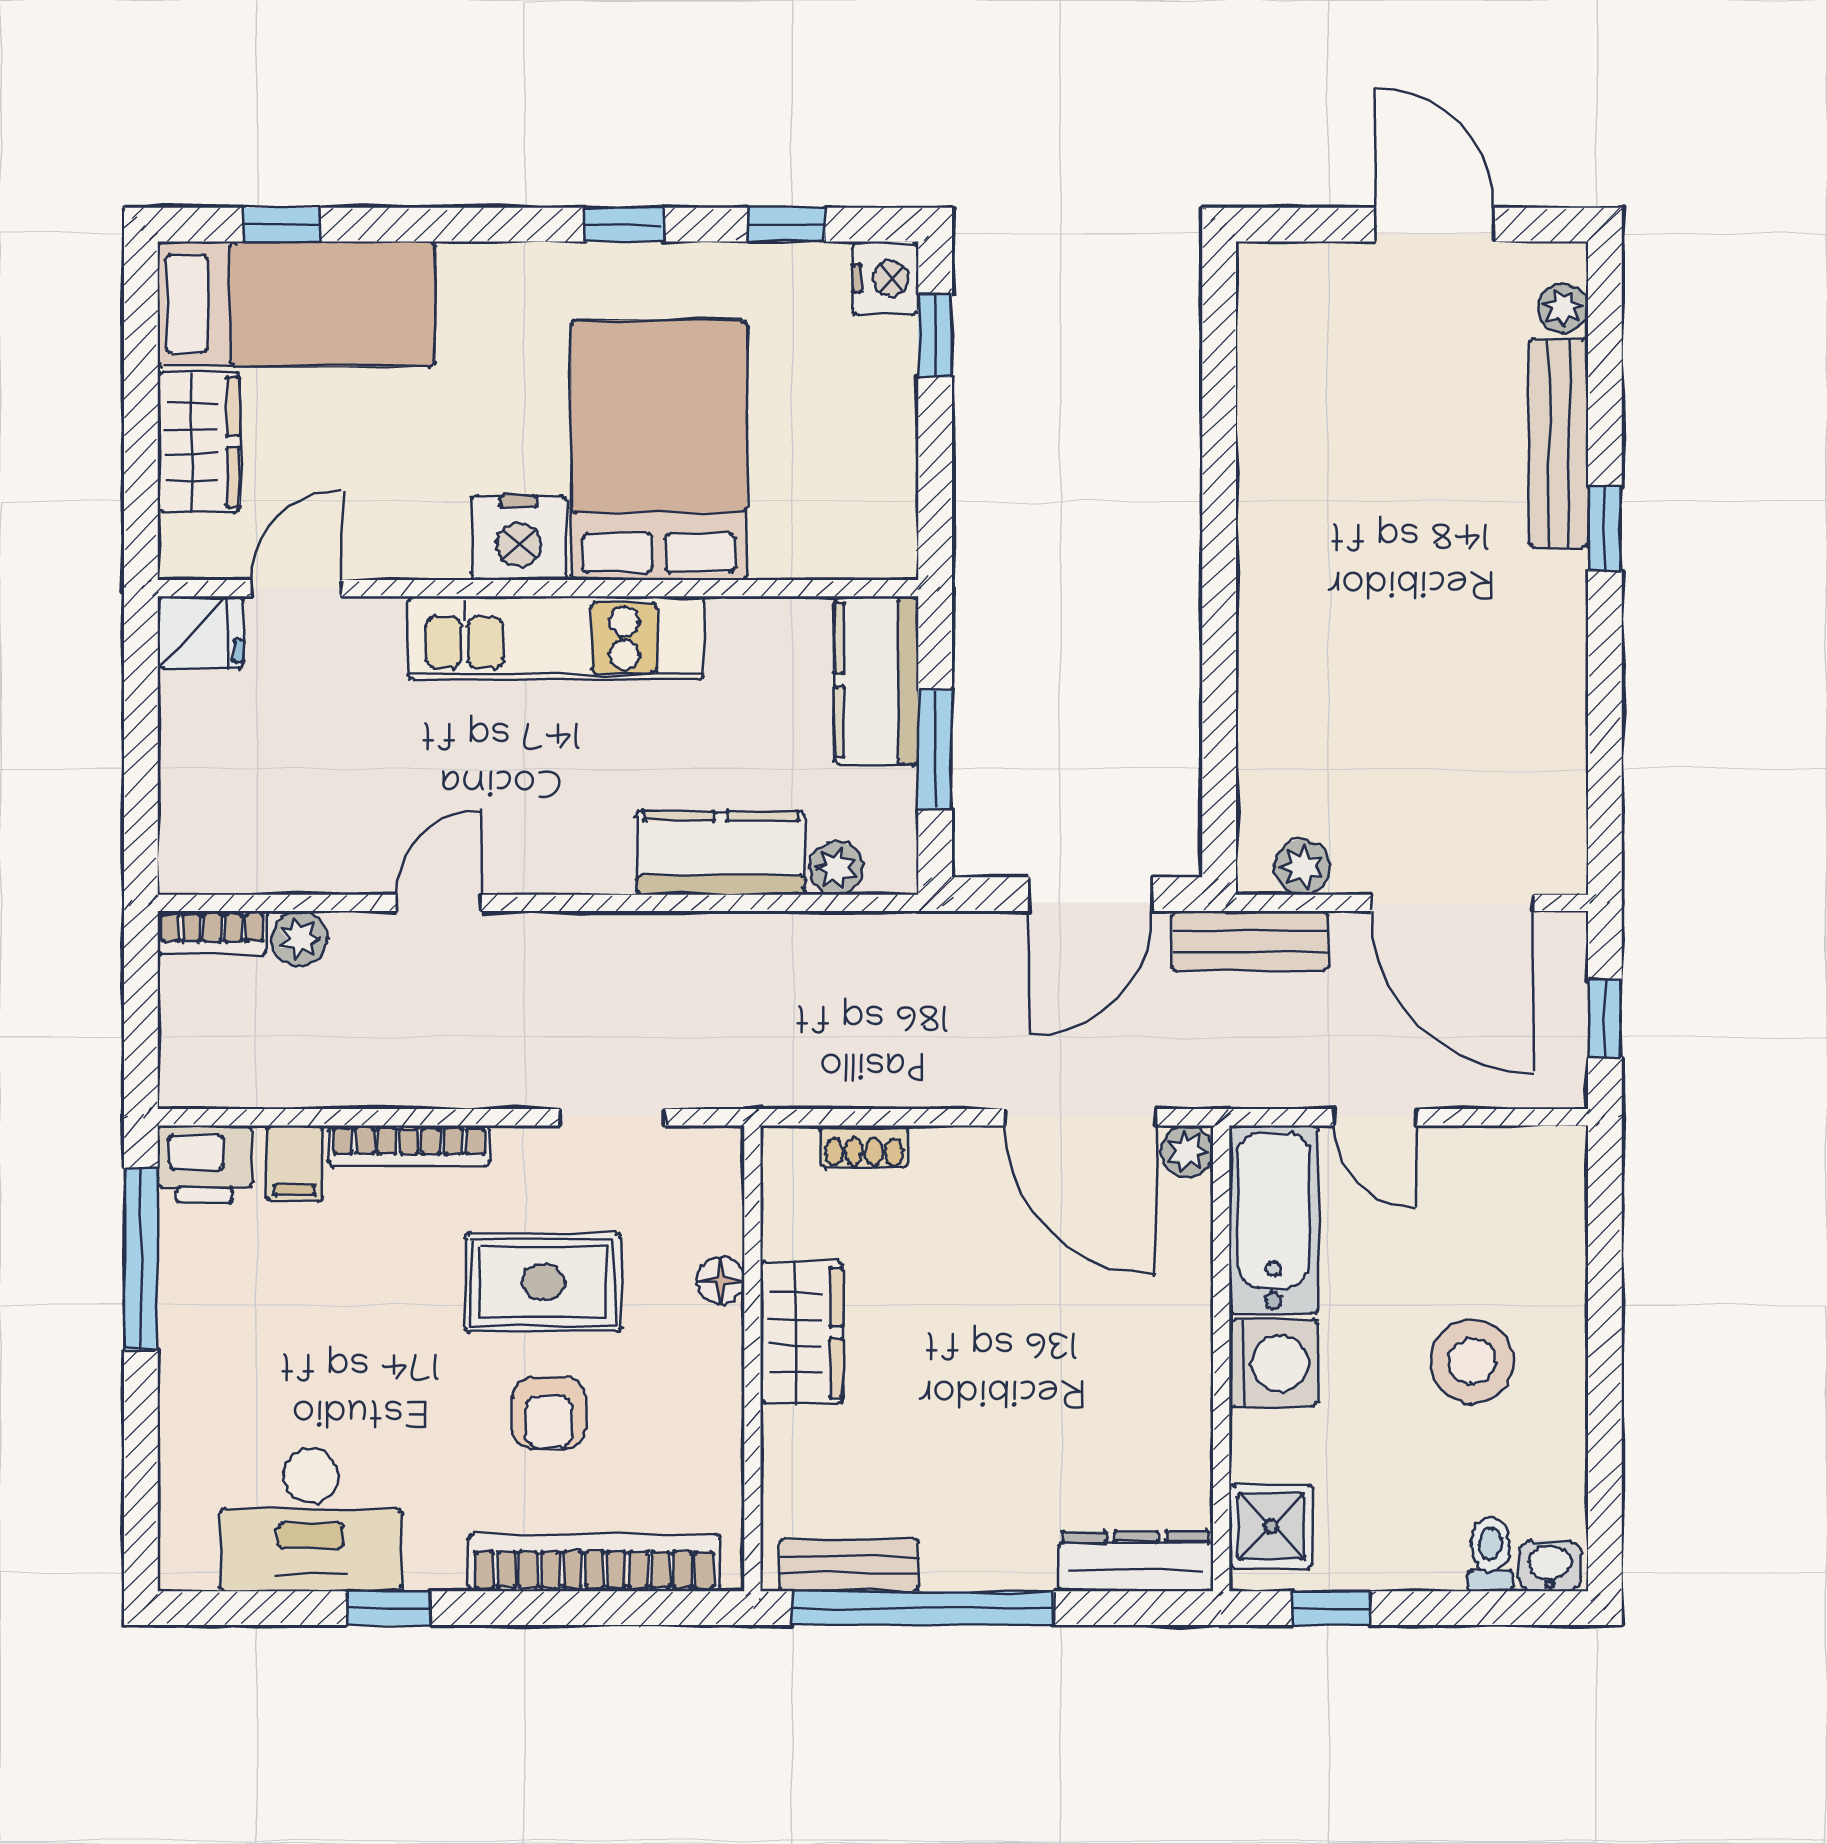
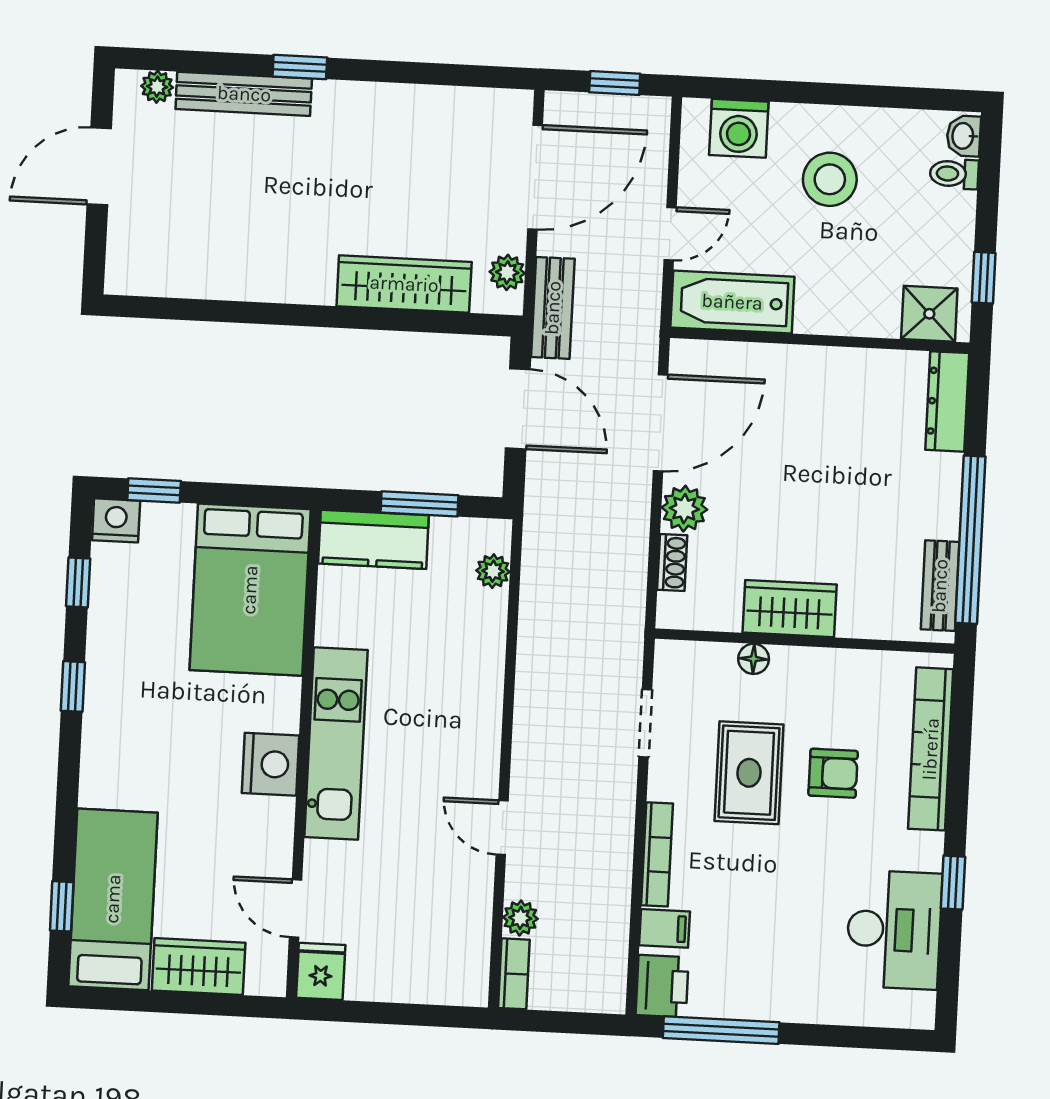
bed: (659, 450) -> (250, 590), moved, turned -90
wardrobe: (1276, 708) -> (404, 284), added
kitchen counter: (721, 853) -> (479, 645), removed
plant: (1187, 1151) -> (684, 509), moved, width x1.38, depth x1.38
washing machine: (1273, 1363) -> (739, 128), moved, turned 180

